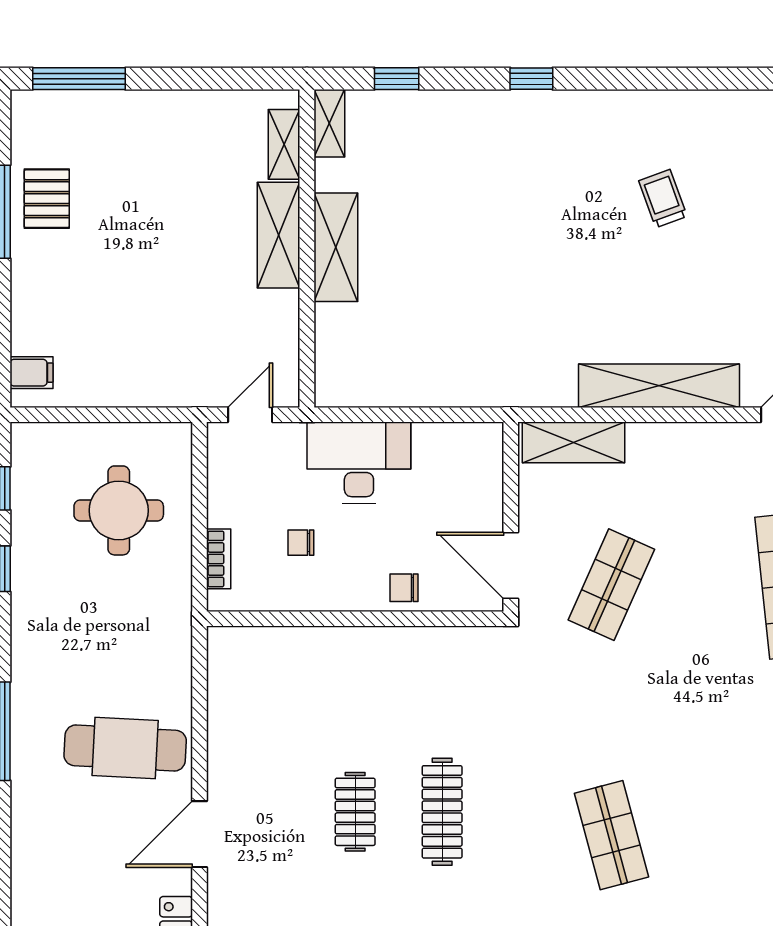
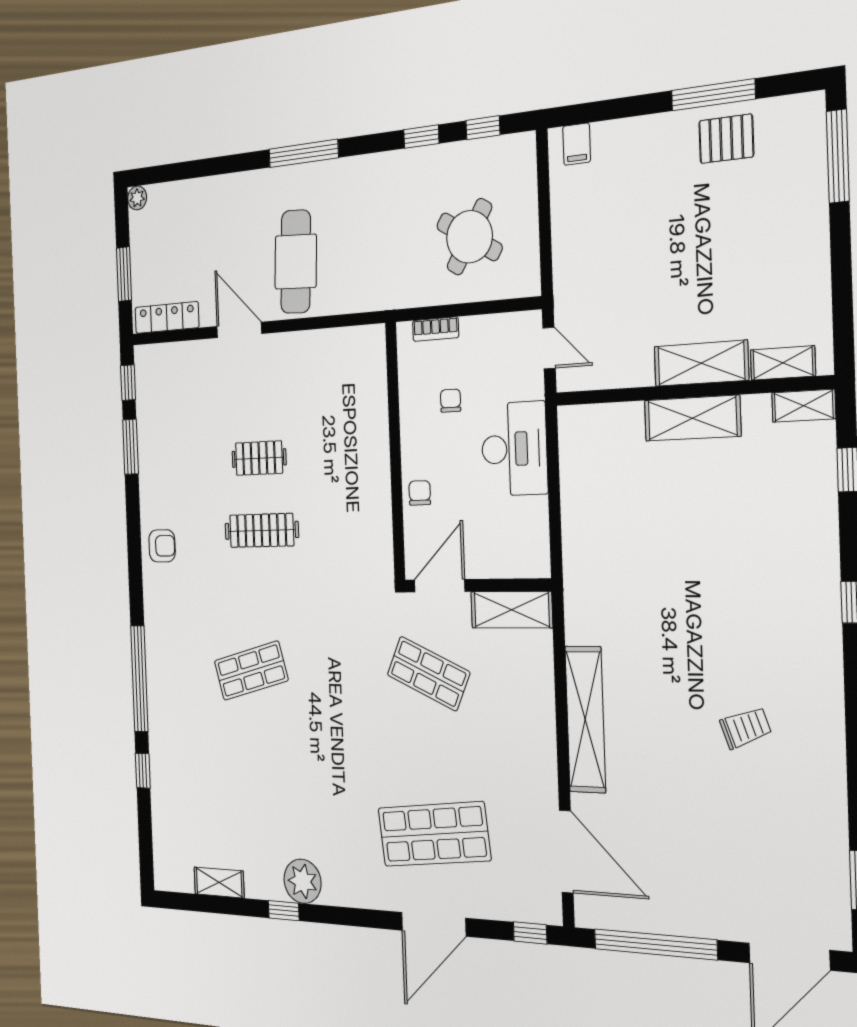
shelving: (574, 442) -> (512, 610), moved, turned 90
round table: (119, 510) -> (469, 237), turned 31

